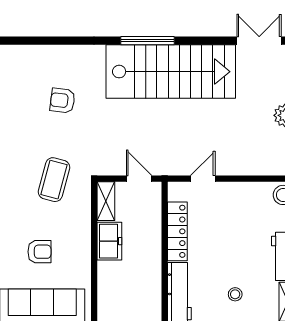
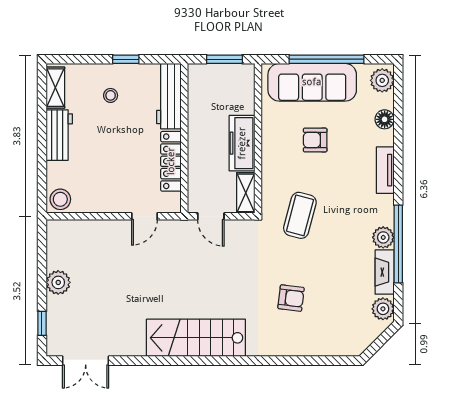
window: (148, 41) -> (202, 361), removed
stairs: (171, 72) -> (196, 338), width x0.73, depth x0.66
freezer: (109, 241) -> (242, 143), width x1.40

